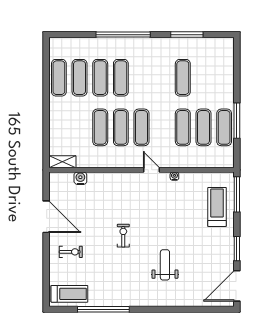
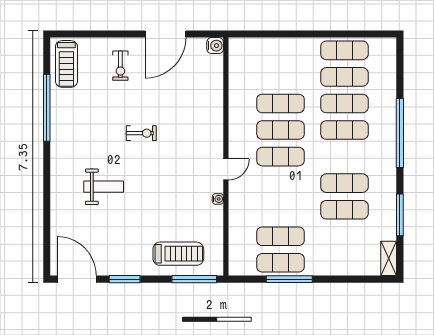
exercise mat: (183, 127) -> (344, 183), moved
shelving: (62, 162) -> (389, 258), moved
water cooler: (80, 178) -> (215, 46), moved

